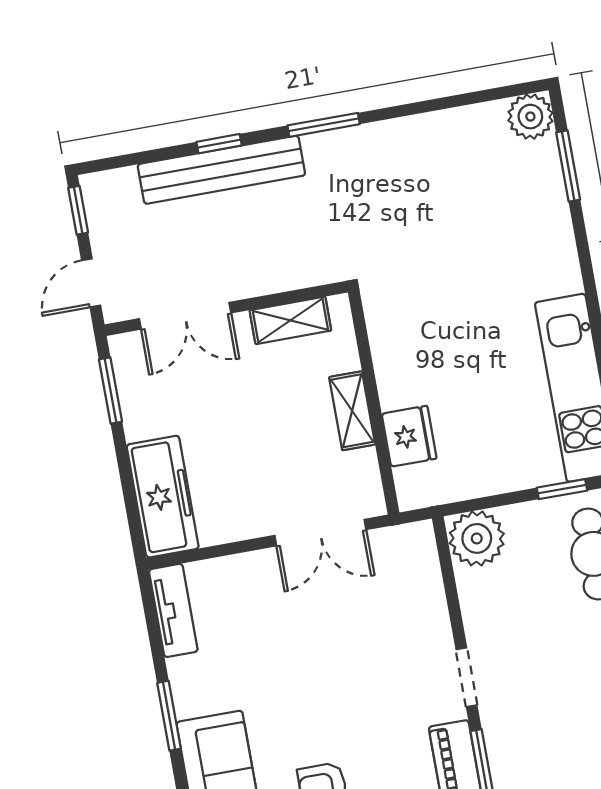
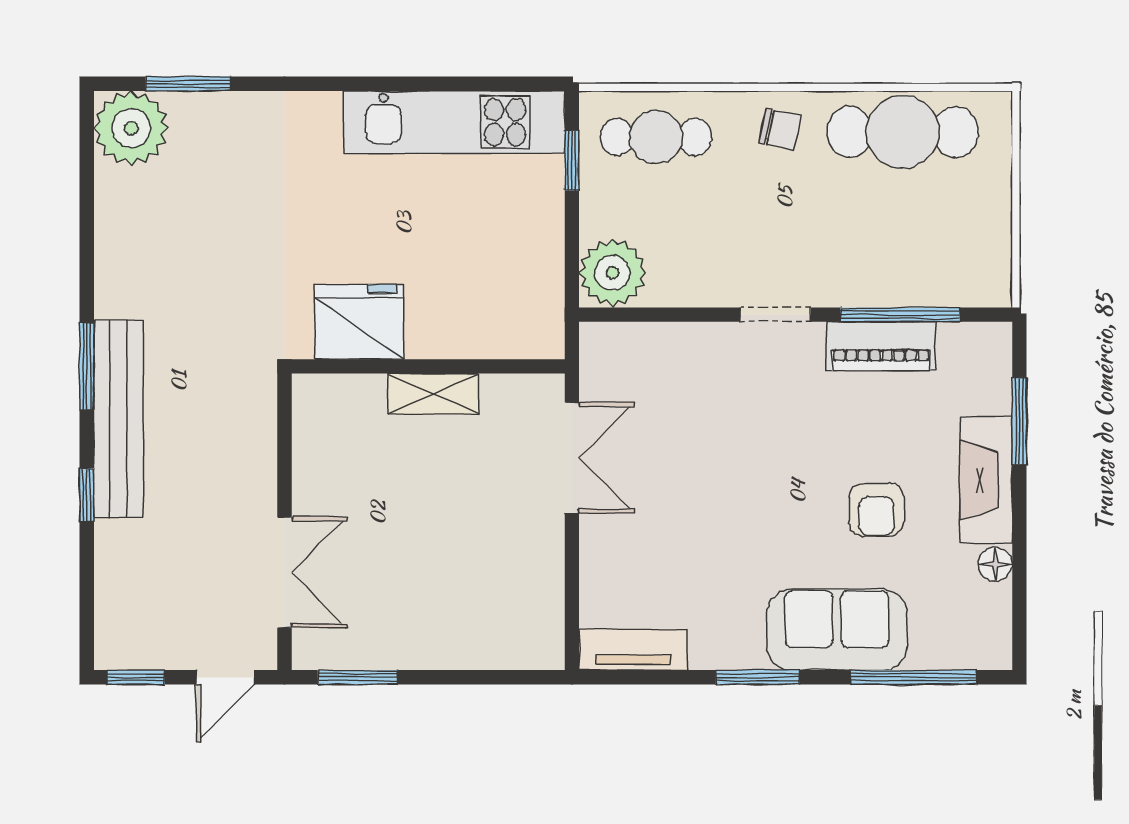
plant: (530, 117) -> (131, 128), width x1.36, depth x1.36
bench: (221, 170) -> (118, 419), moved
door: (91, 283) -> (225, 677), hinge flipped
shelving: (290, 320) -> (313, 448), removed
fridge: (409, 436) -> (359, 322), moved, width x1.36, depth x1.34
freezer: (163, 497) -> (495, 638), removed

